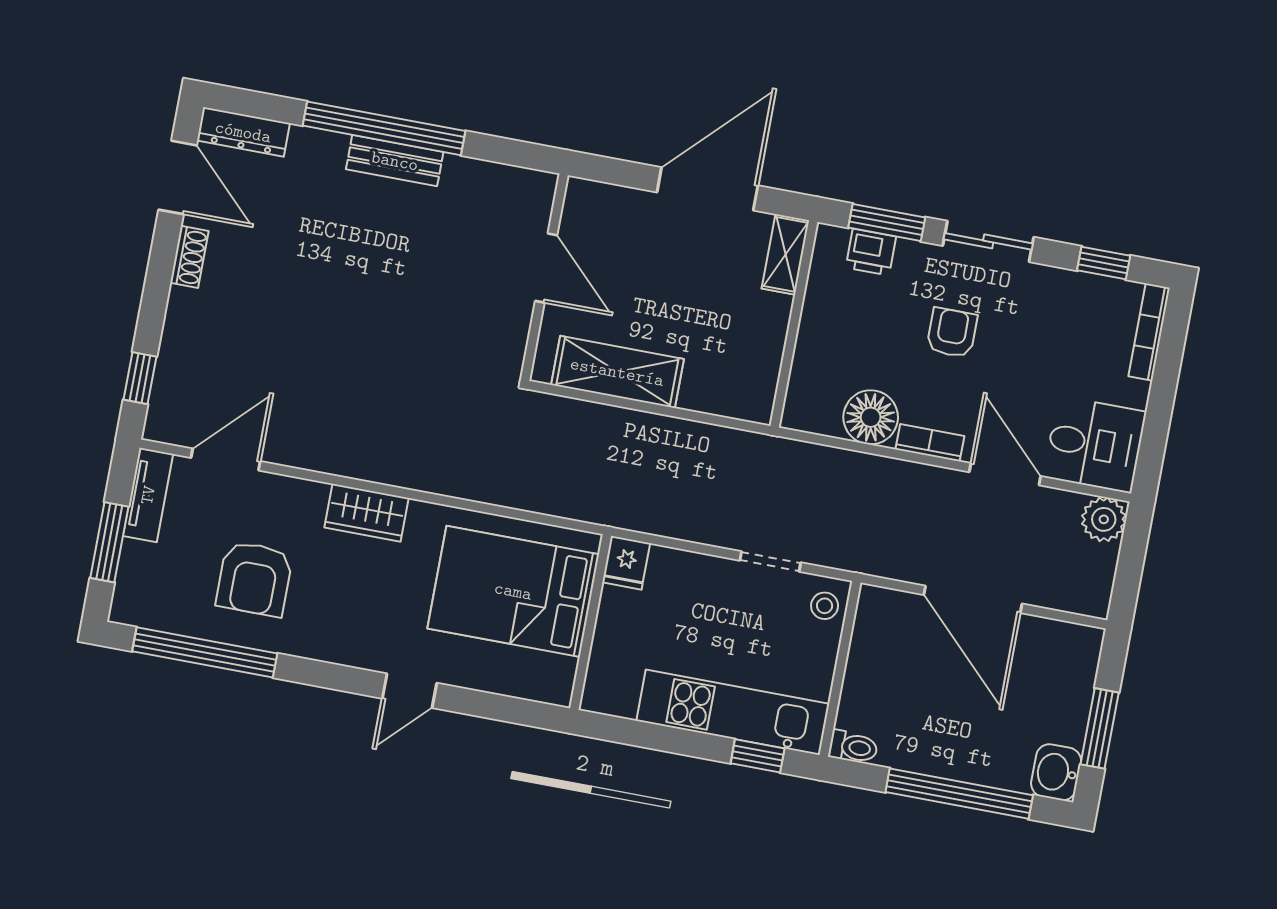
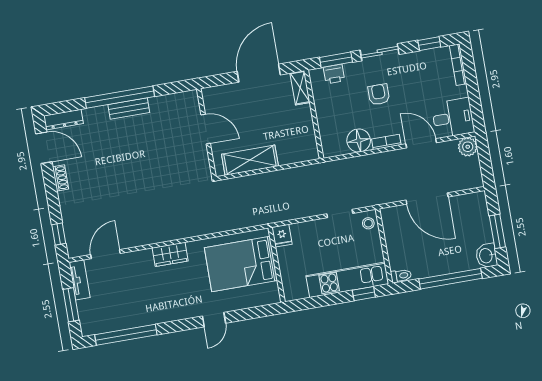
armchair: (254, 579) -> (135, 298), removed

